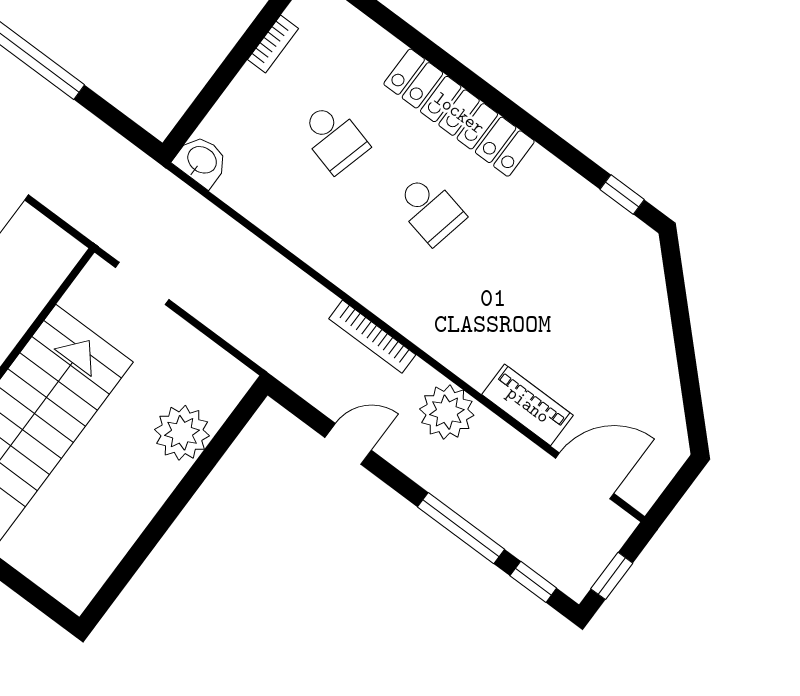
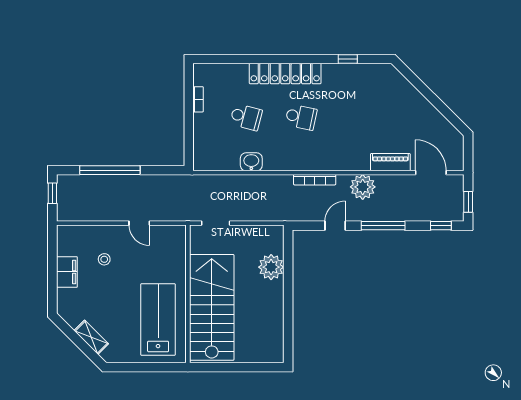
washbasin: (201, 161) -> (251, 162), moved
window: (622, 195) -> (348, 59), moved
door: (585, 476) -> (431, 173), hinge flipped
window: (461, 528) -> (383, 226), moved

